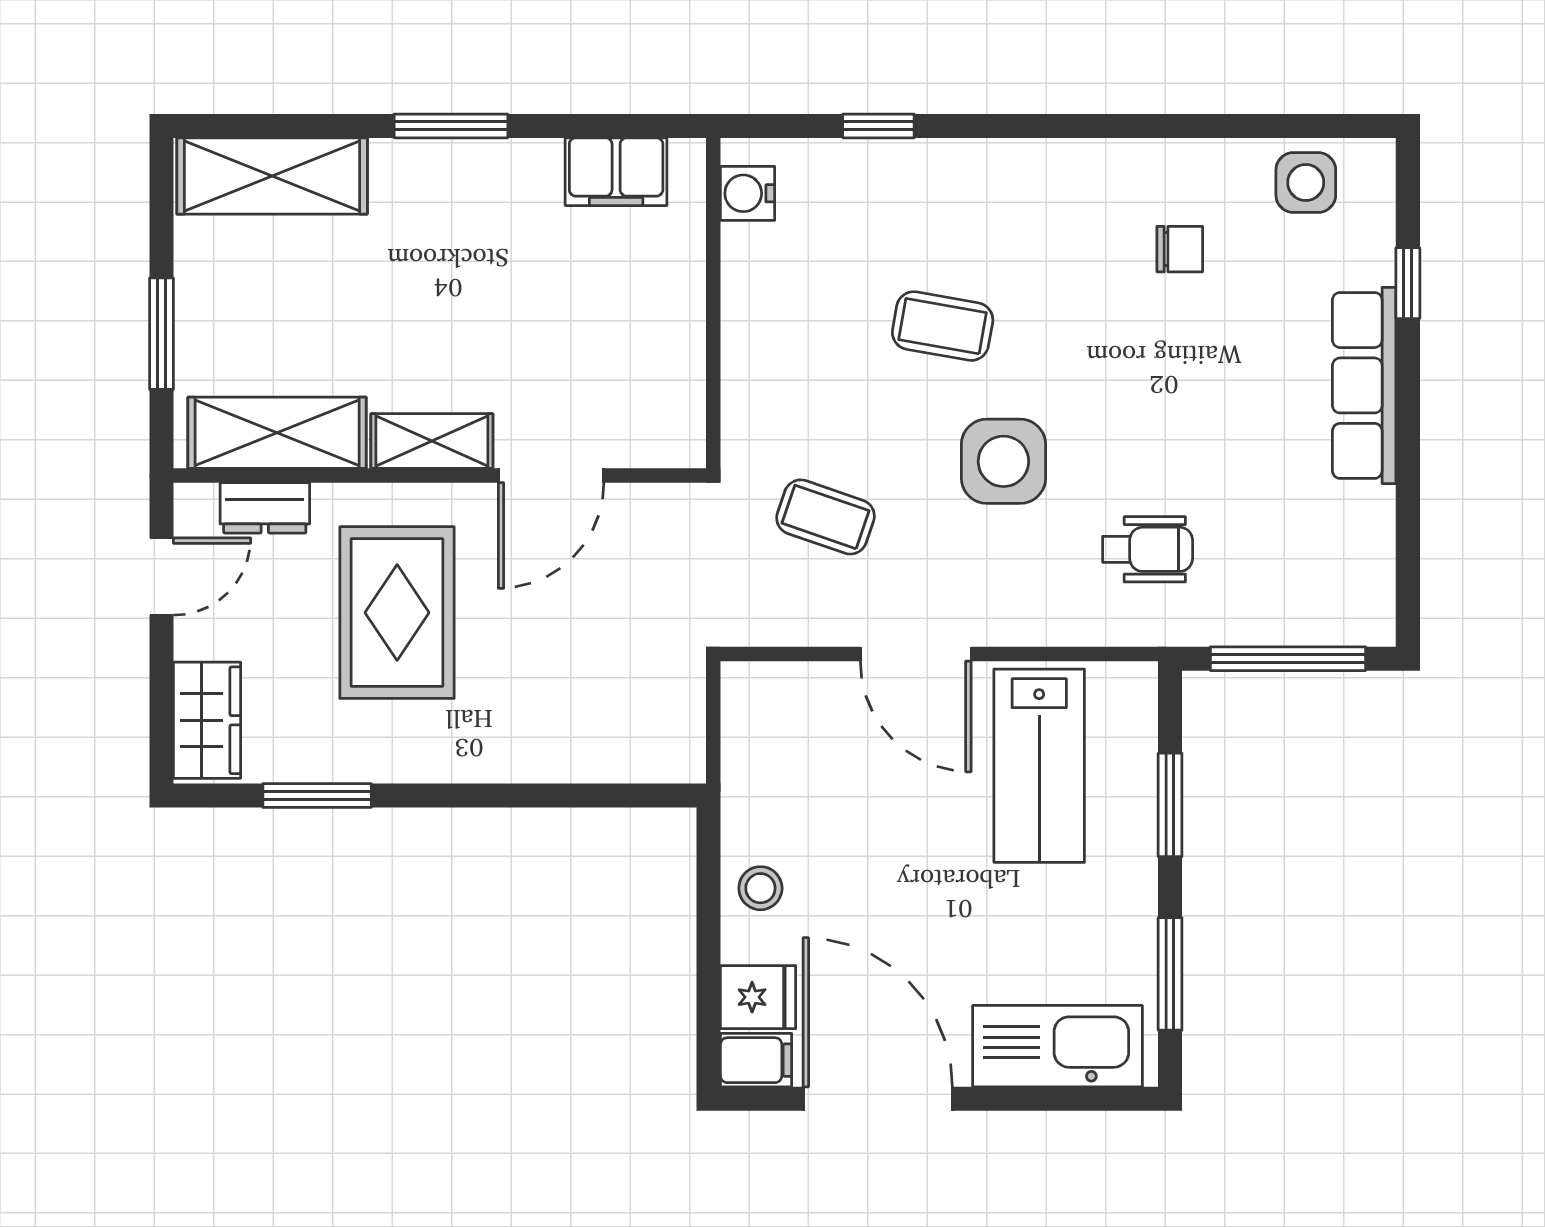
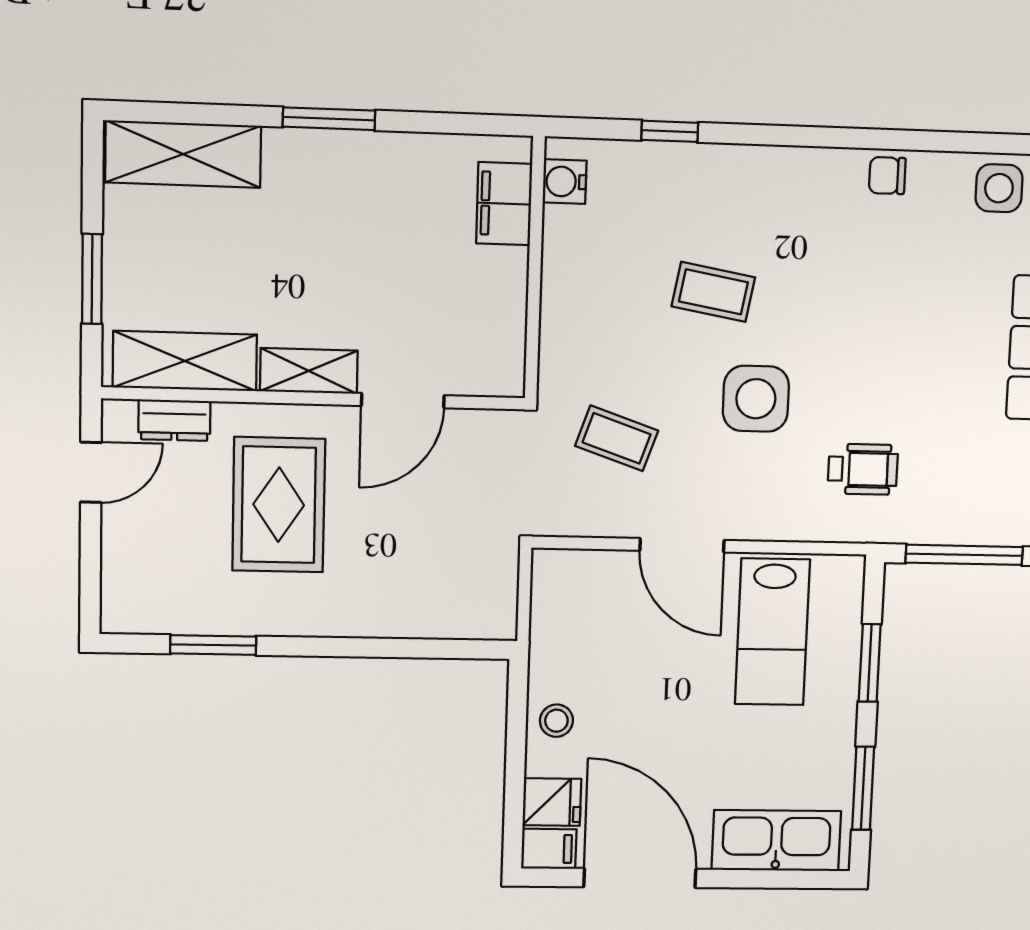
filing cabinet: (616, 172) -> (504, 204), moved, turned 90
chair: (1180, 249) -> (887, 176), moved, turned 180
wardrobe: (207, 720) -> (127, 585), removed

